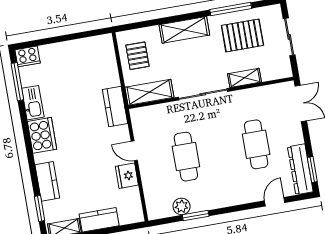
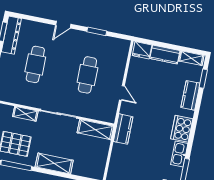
pallet: (137, 56) -> (94, 158), removed
fridge: (127, 176) -> (142, 50), moved, turned 90
door: (275, 202) -> (63, 25), moved
plant: (182, 206) -> (104, 42), removed

